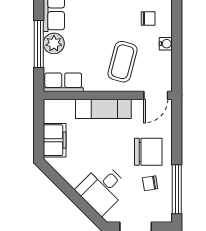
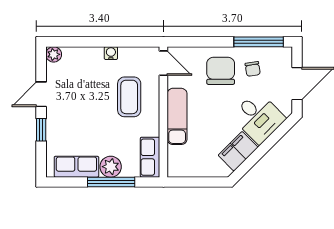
chair: (148, 18) -> (85, 71), removed
coffee table: (123, 62) -> (129, 97), turned 75
filing cabinet: (55, 140) -> (238, 151), moved, turned -45

